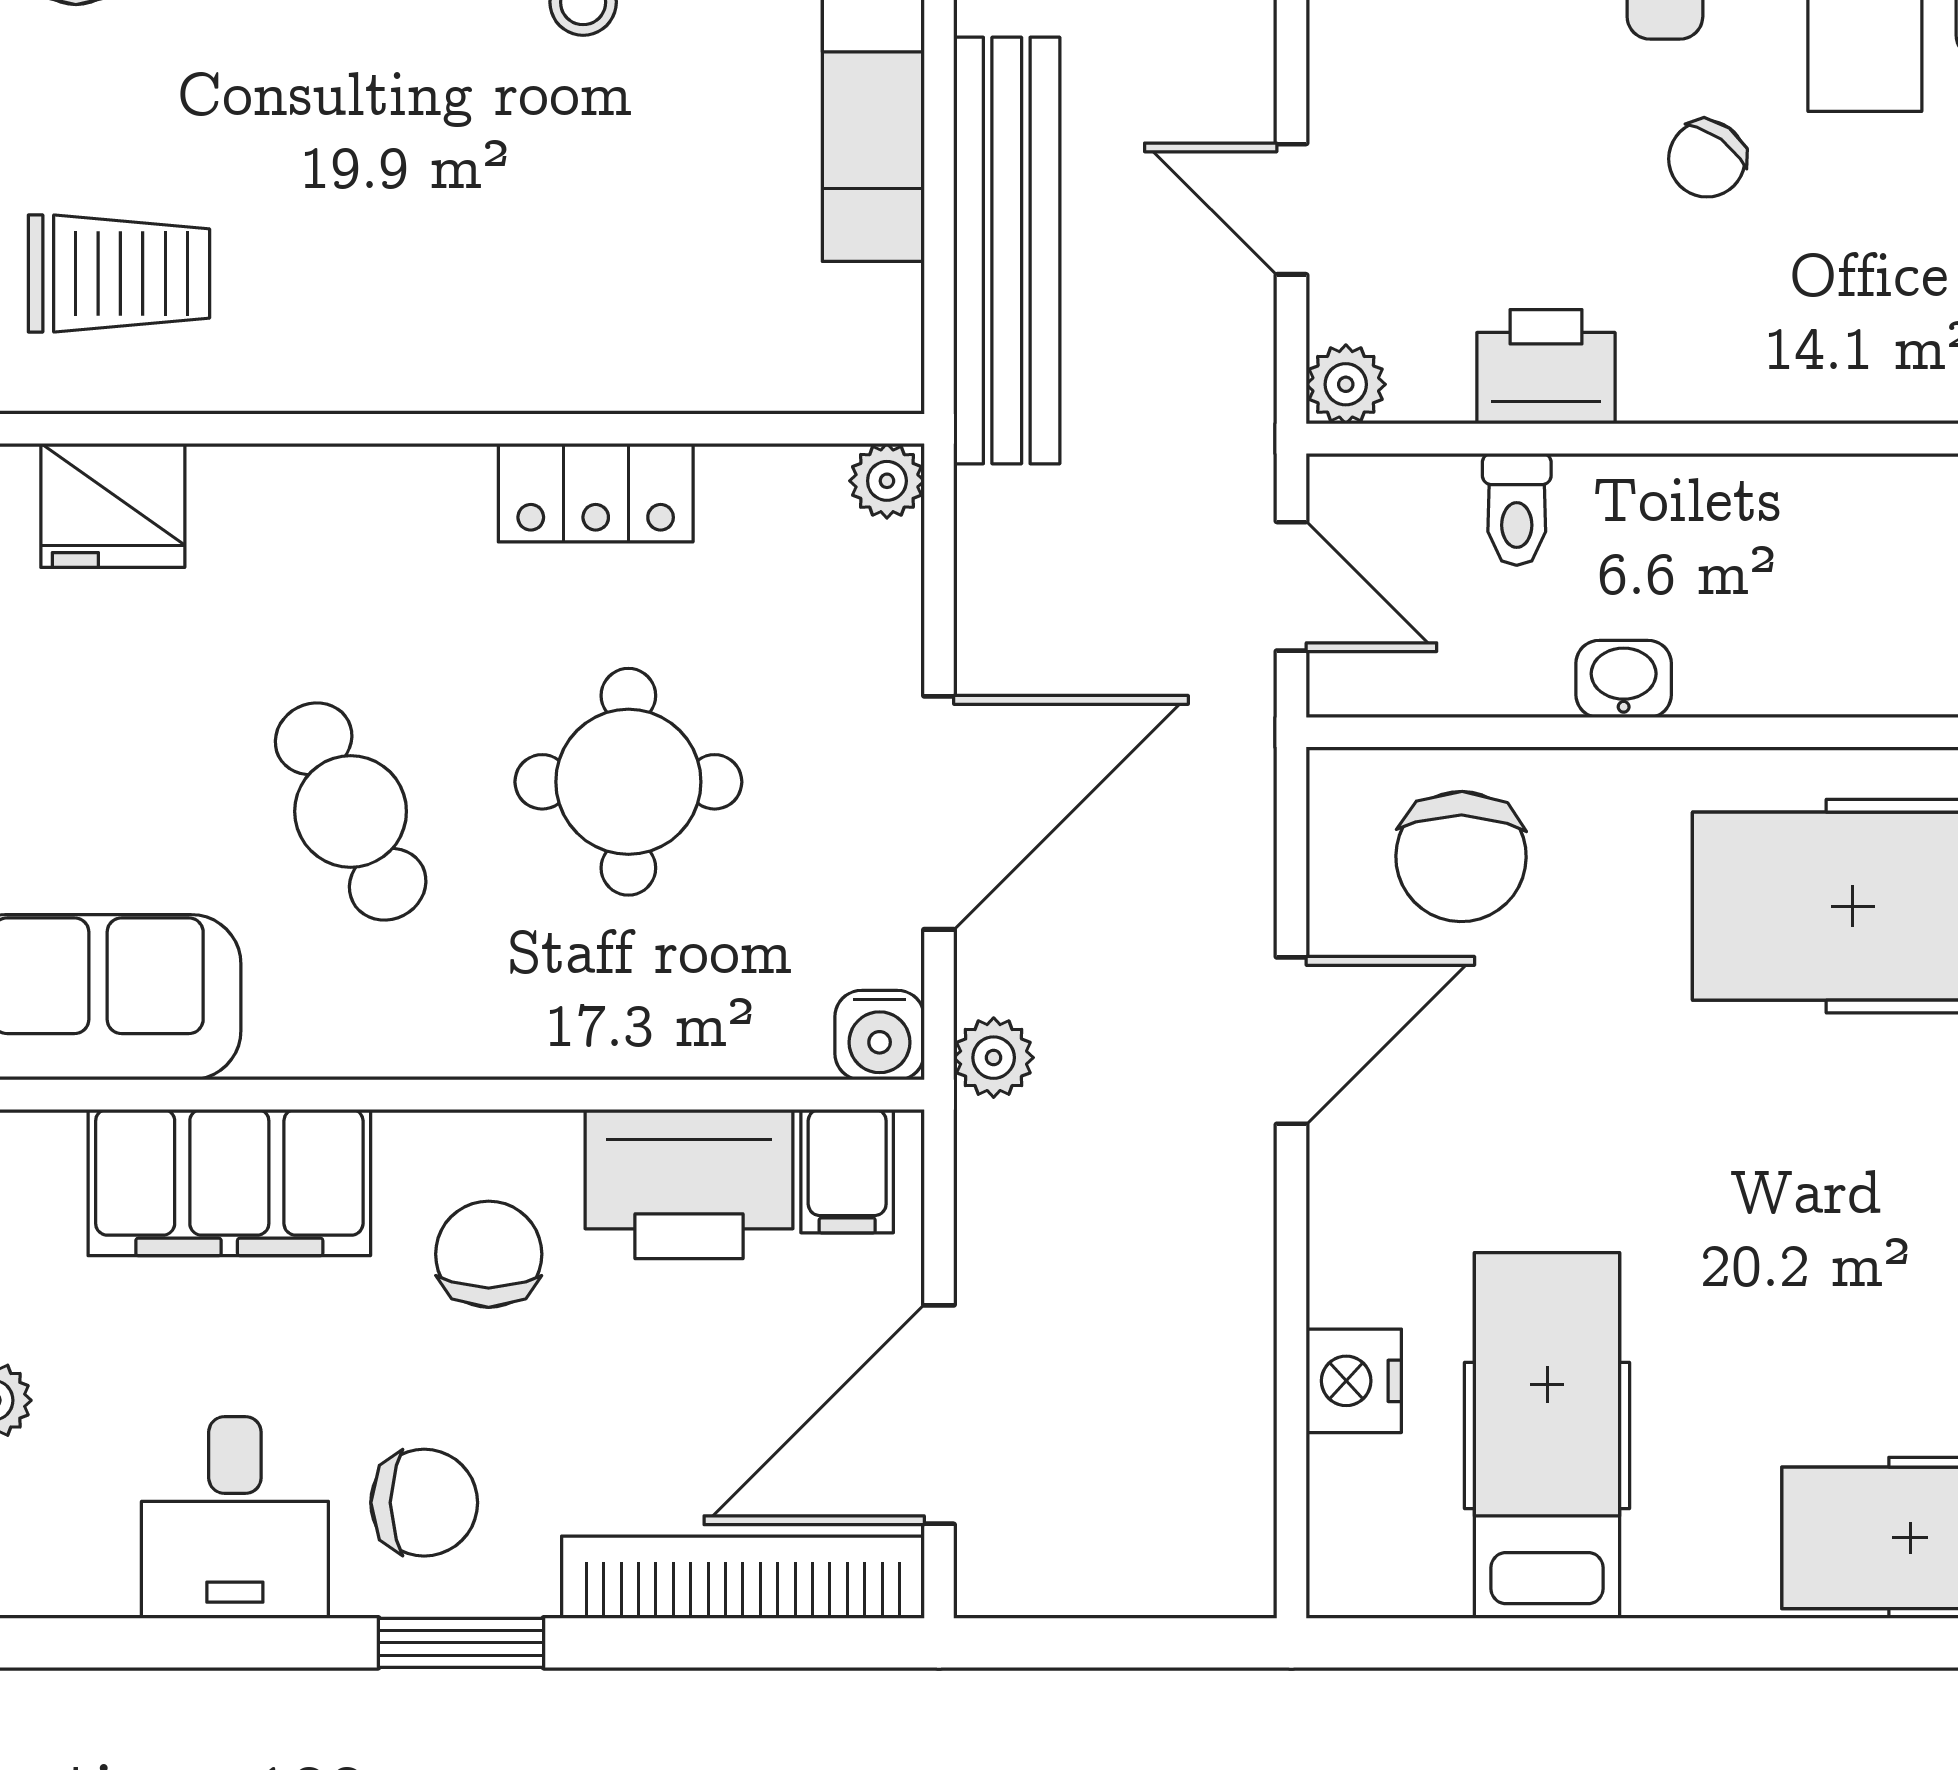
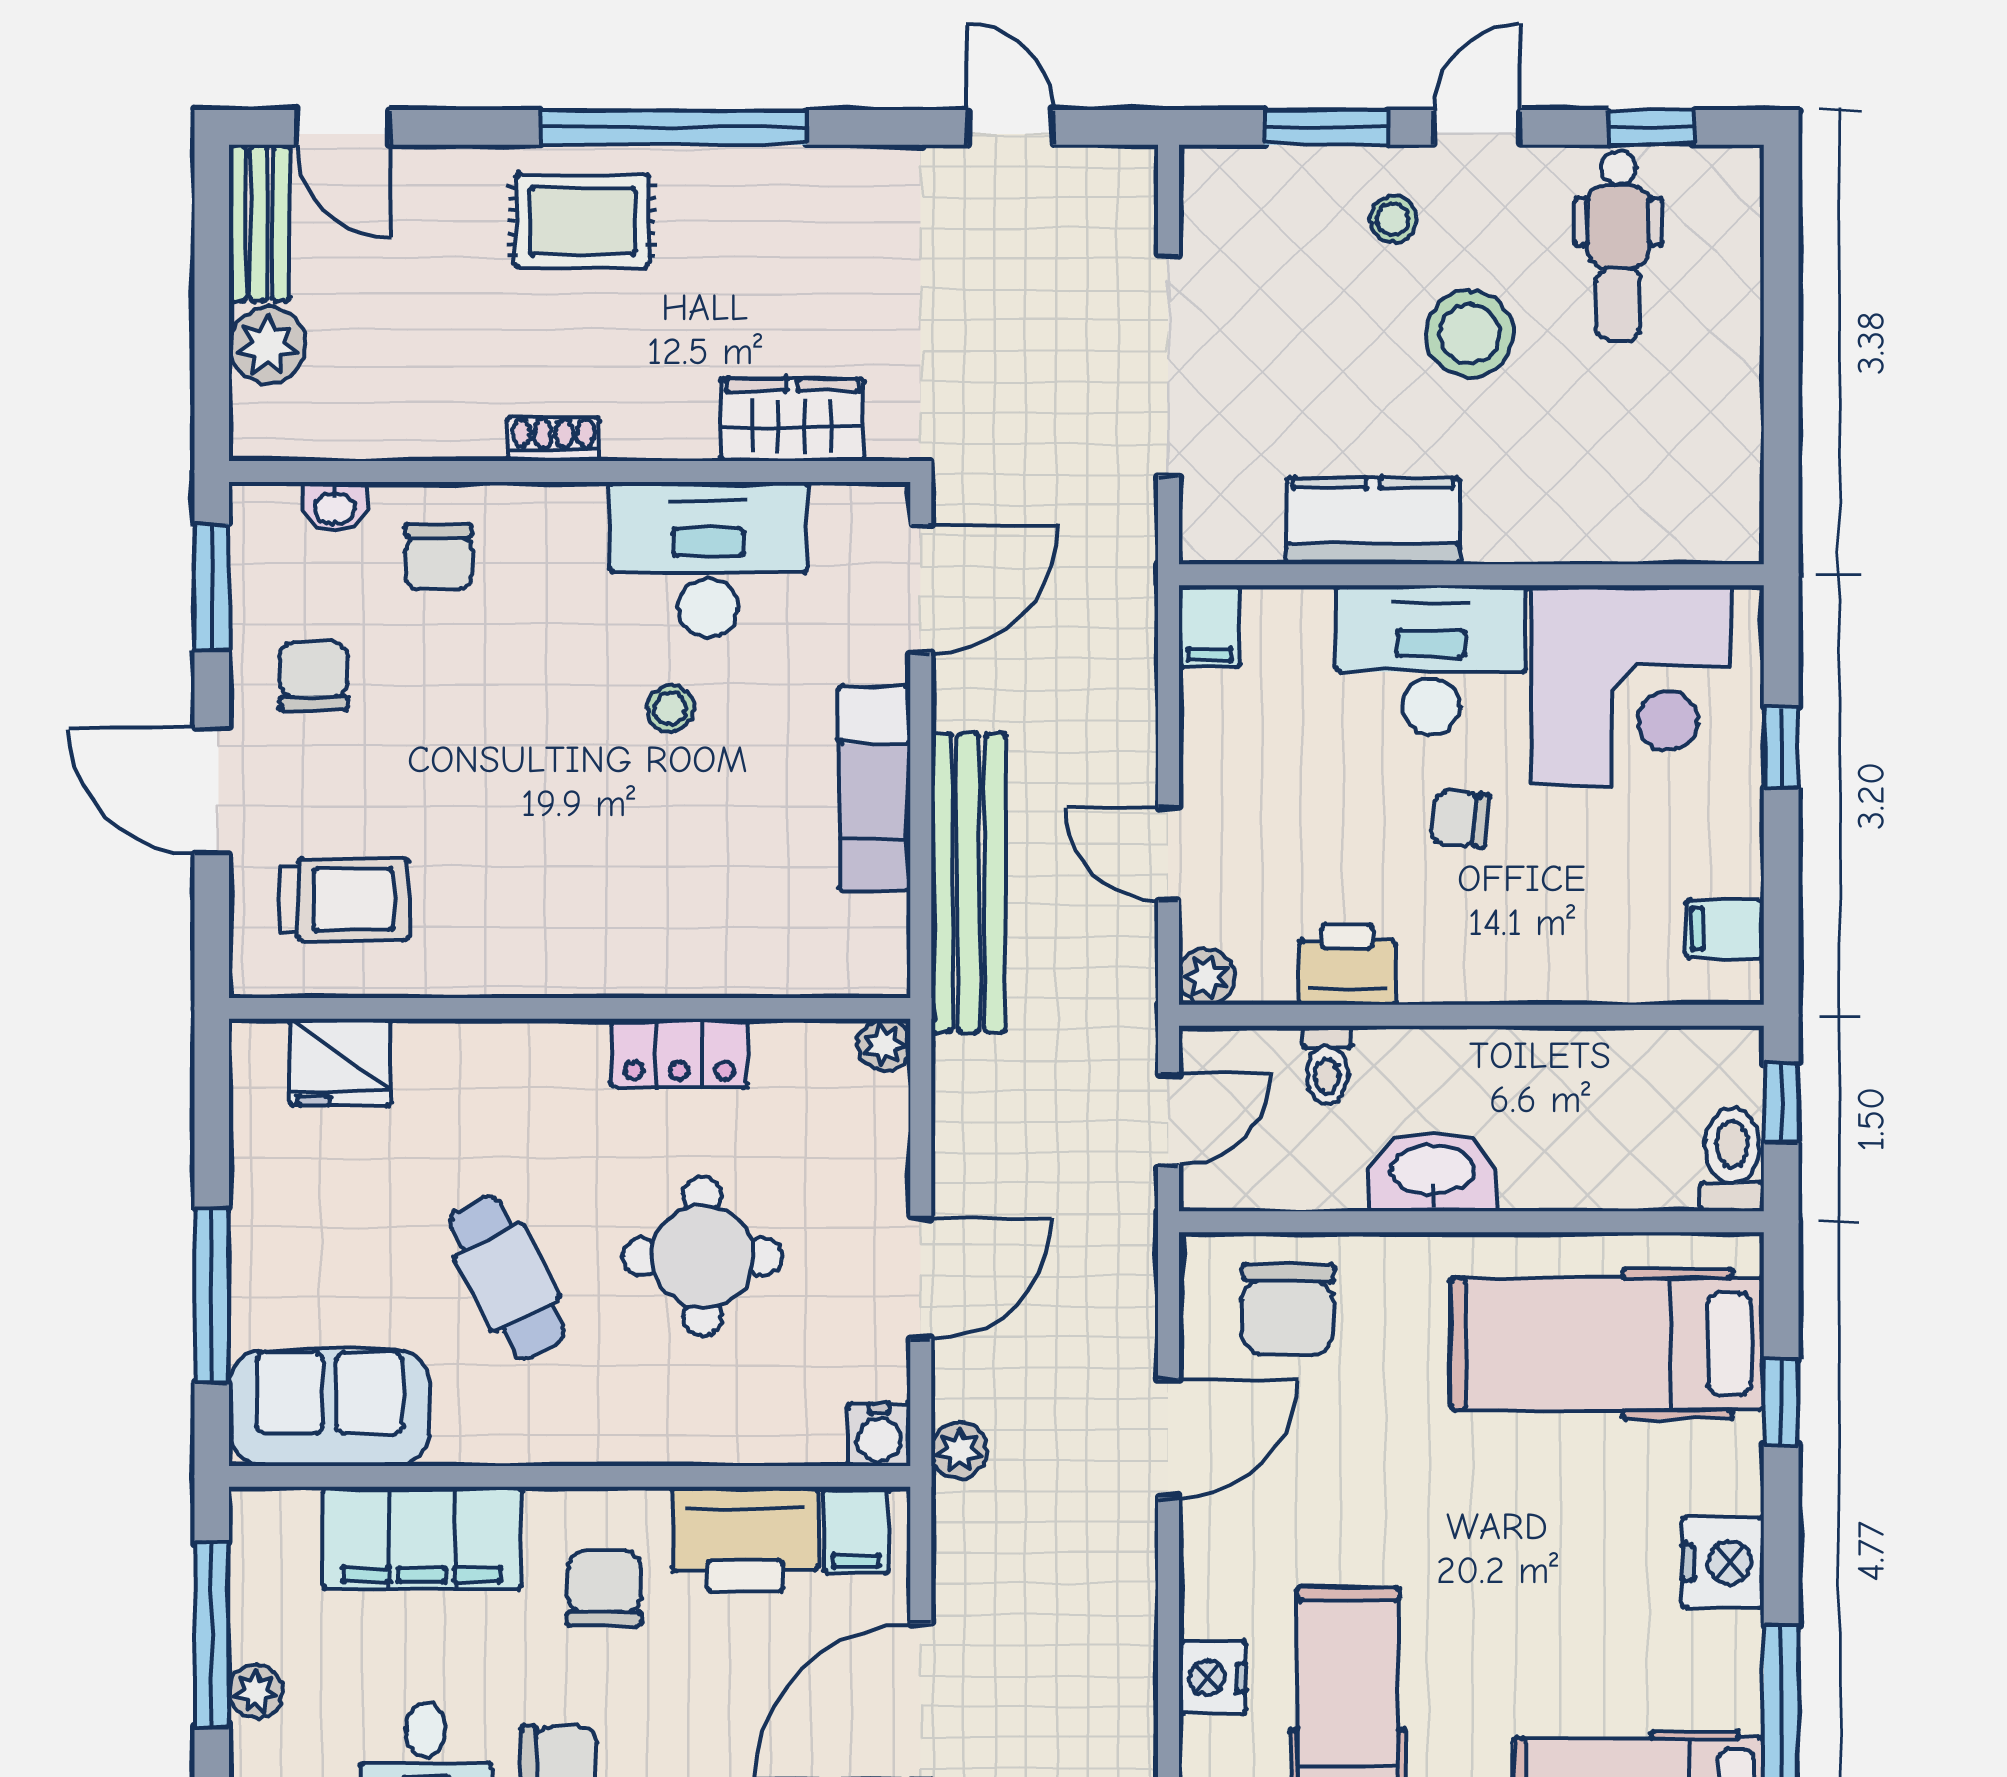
chair: (1707, 159) -> (1461, 819), turned 60
door: (1291, 586) -> (1168, 1119), hinge flipped
washbasin: (1624, 679) -> (1433, 1172), width x1.91, depth x1.45
door: (939, 813) -> (921, 1278), width x0.73

